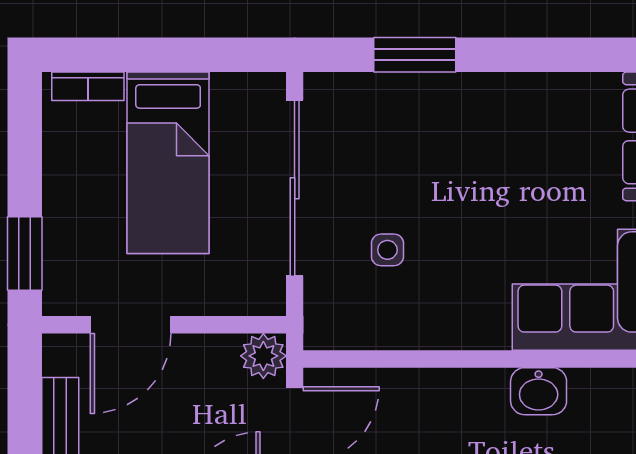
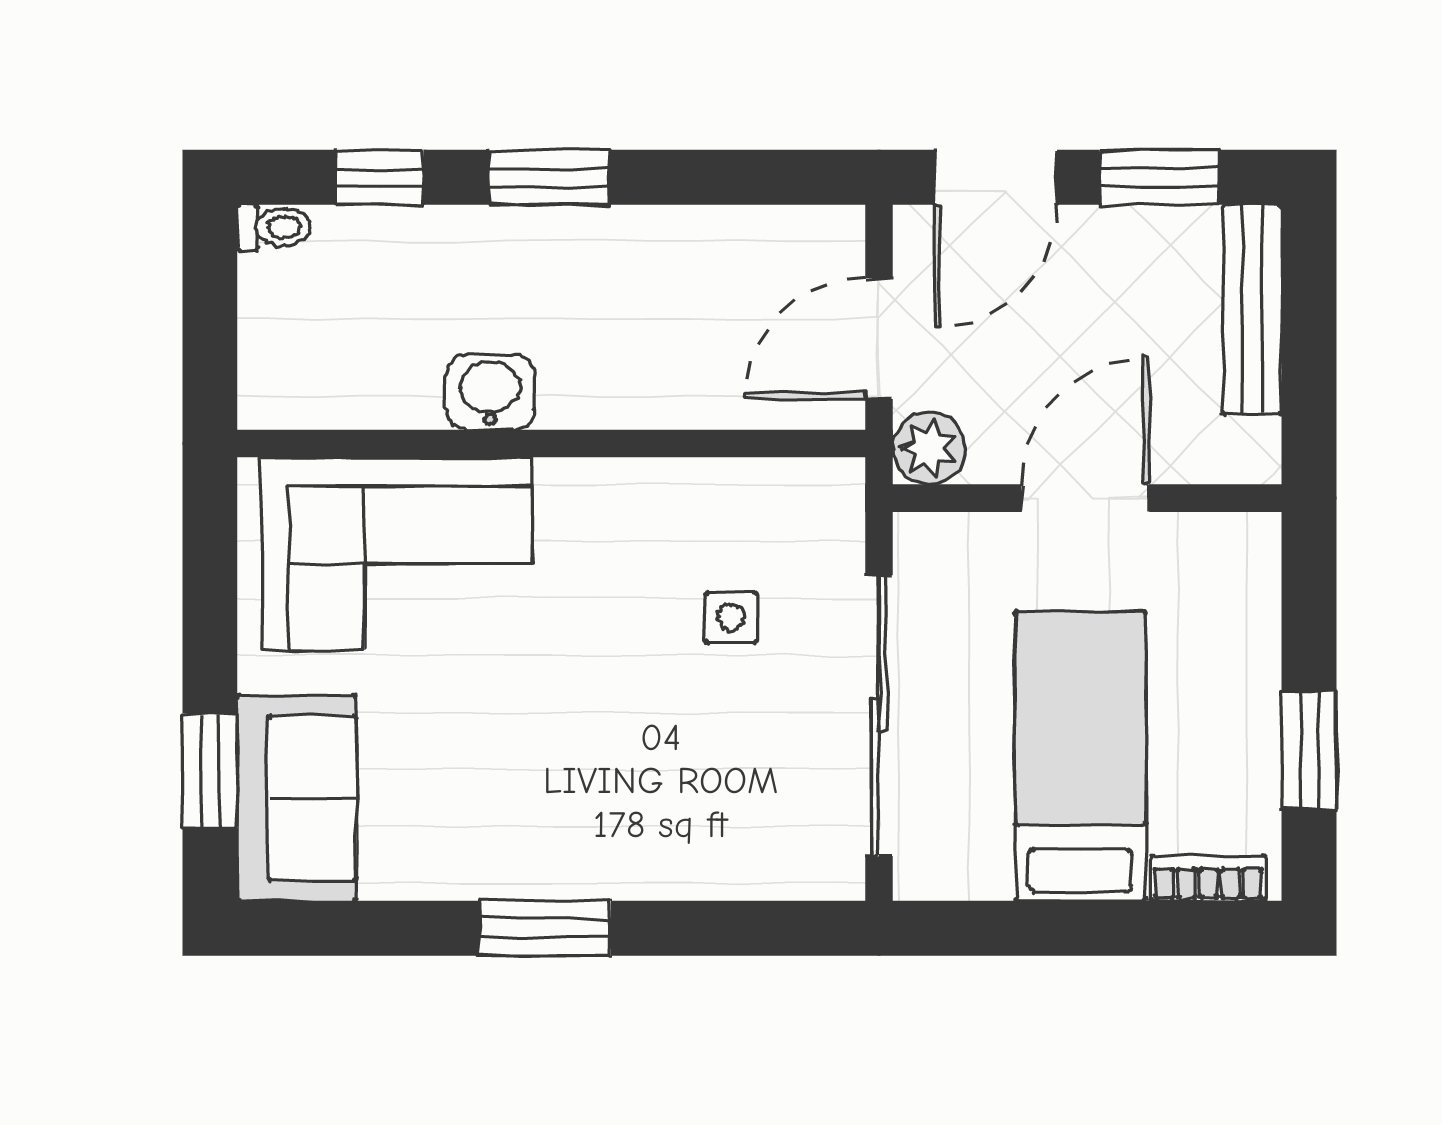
window: (415, 55) -> (545, 928), moved
window: (25, 254) -> (1309, 750), moved
door: (131, 325) -> (1085, 498), moved

